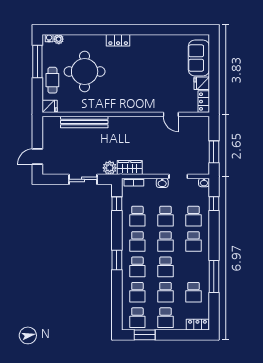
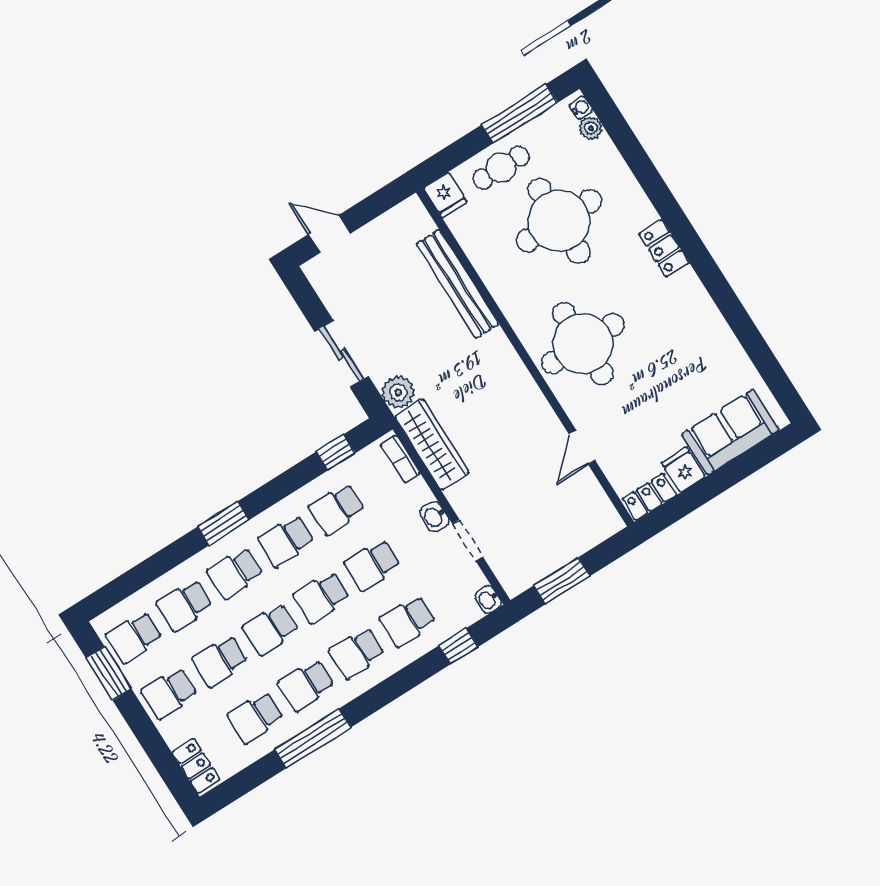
round table: (134, 91) -> (583, 344), added
wardrobe: (130, 168) -> (432, 445), width x1.50
school desk: (193, 267) -> (306, 685), added

